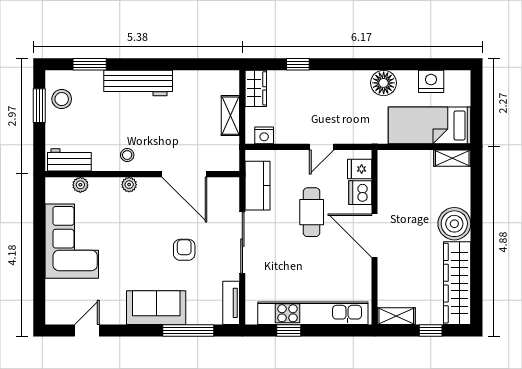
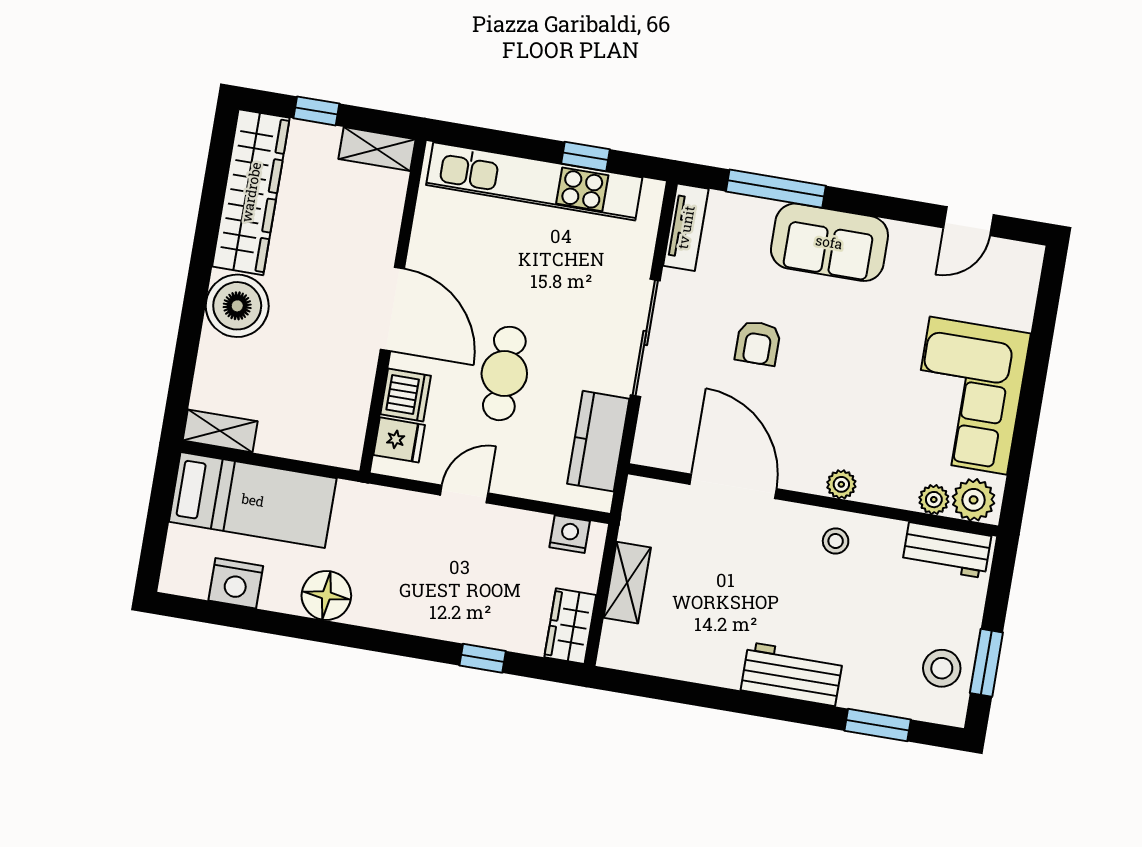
workbench: (138, 83) -> (792, 674), width x0.73
plant: (60, 188) -> (974, 500), added

